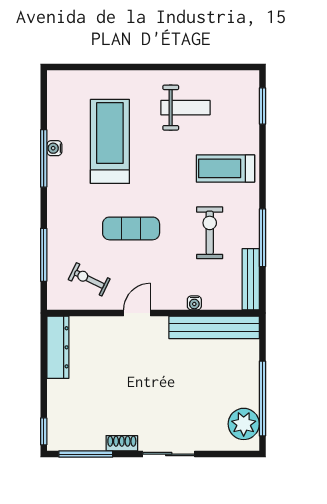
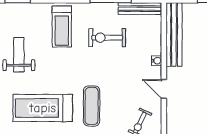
exercise mat: (131, 228) -> (92, 106), moved
water cooler: (194, 303) -> (157, 61), moved

